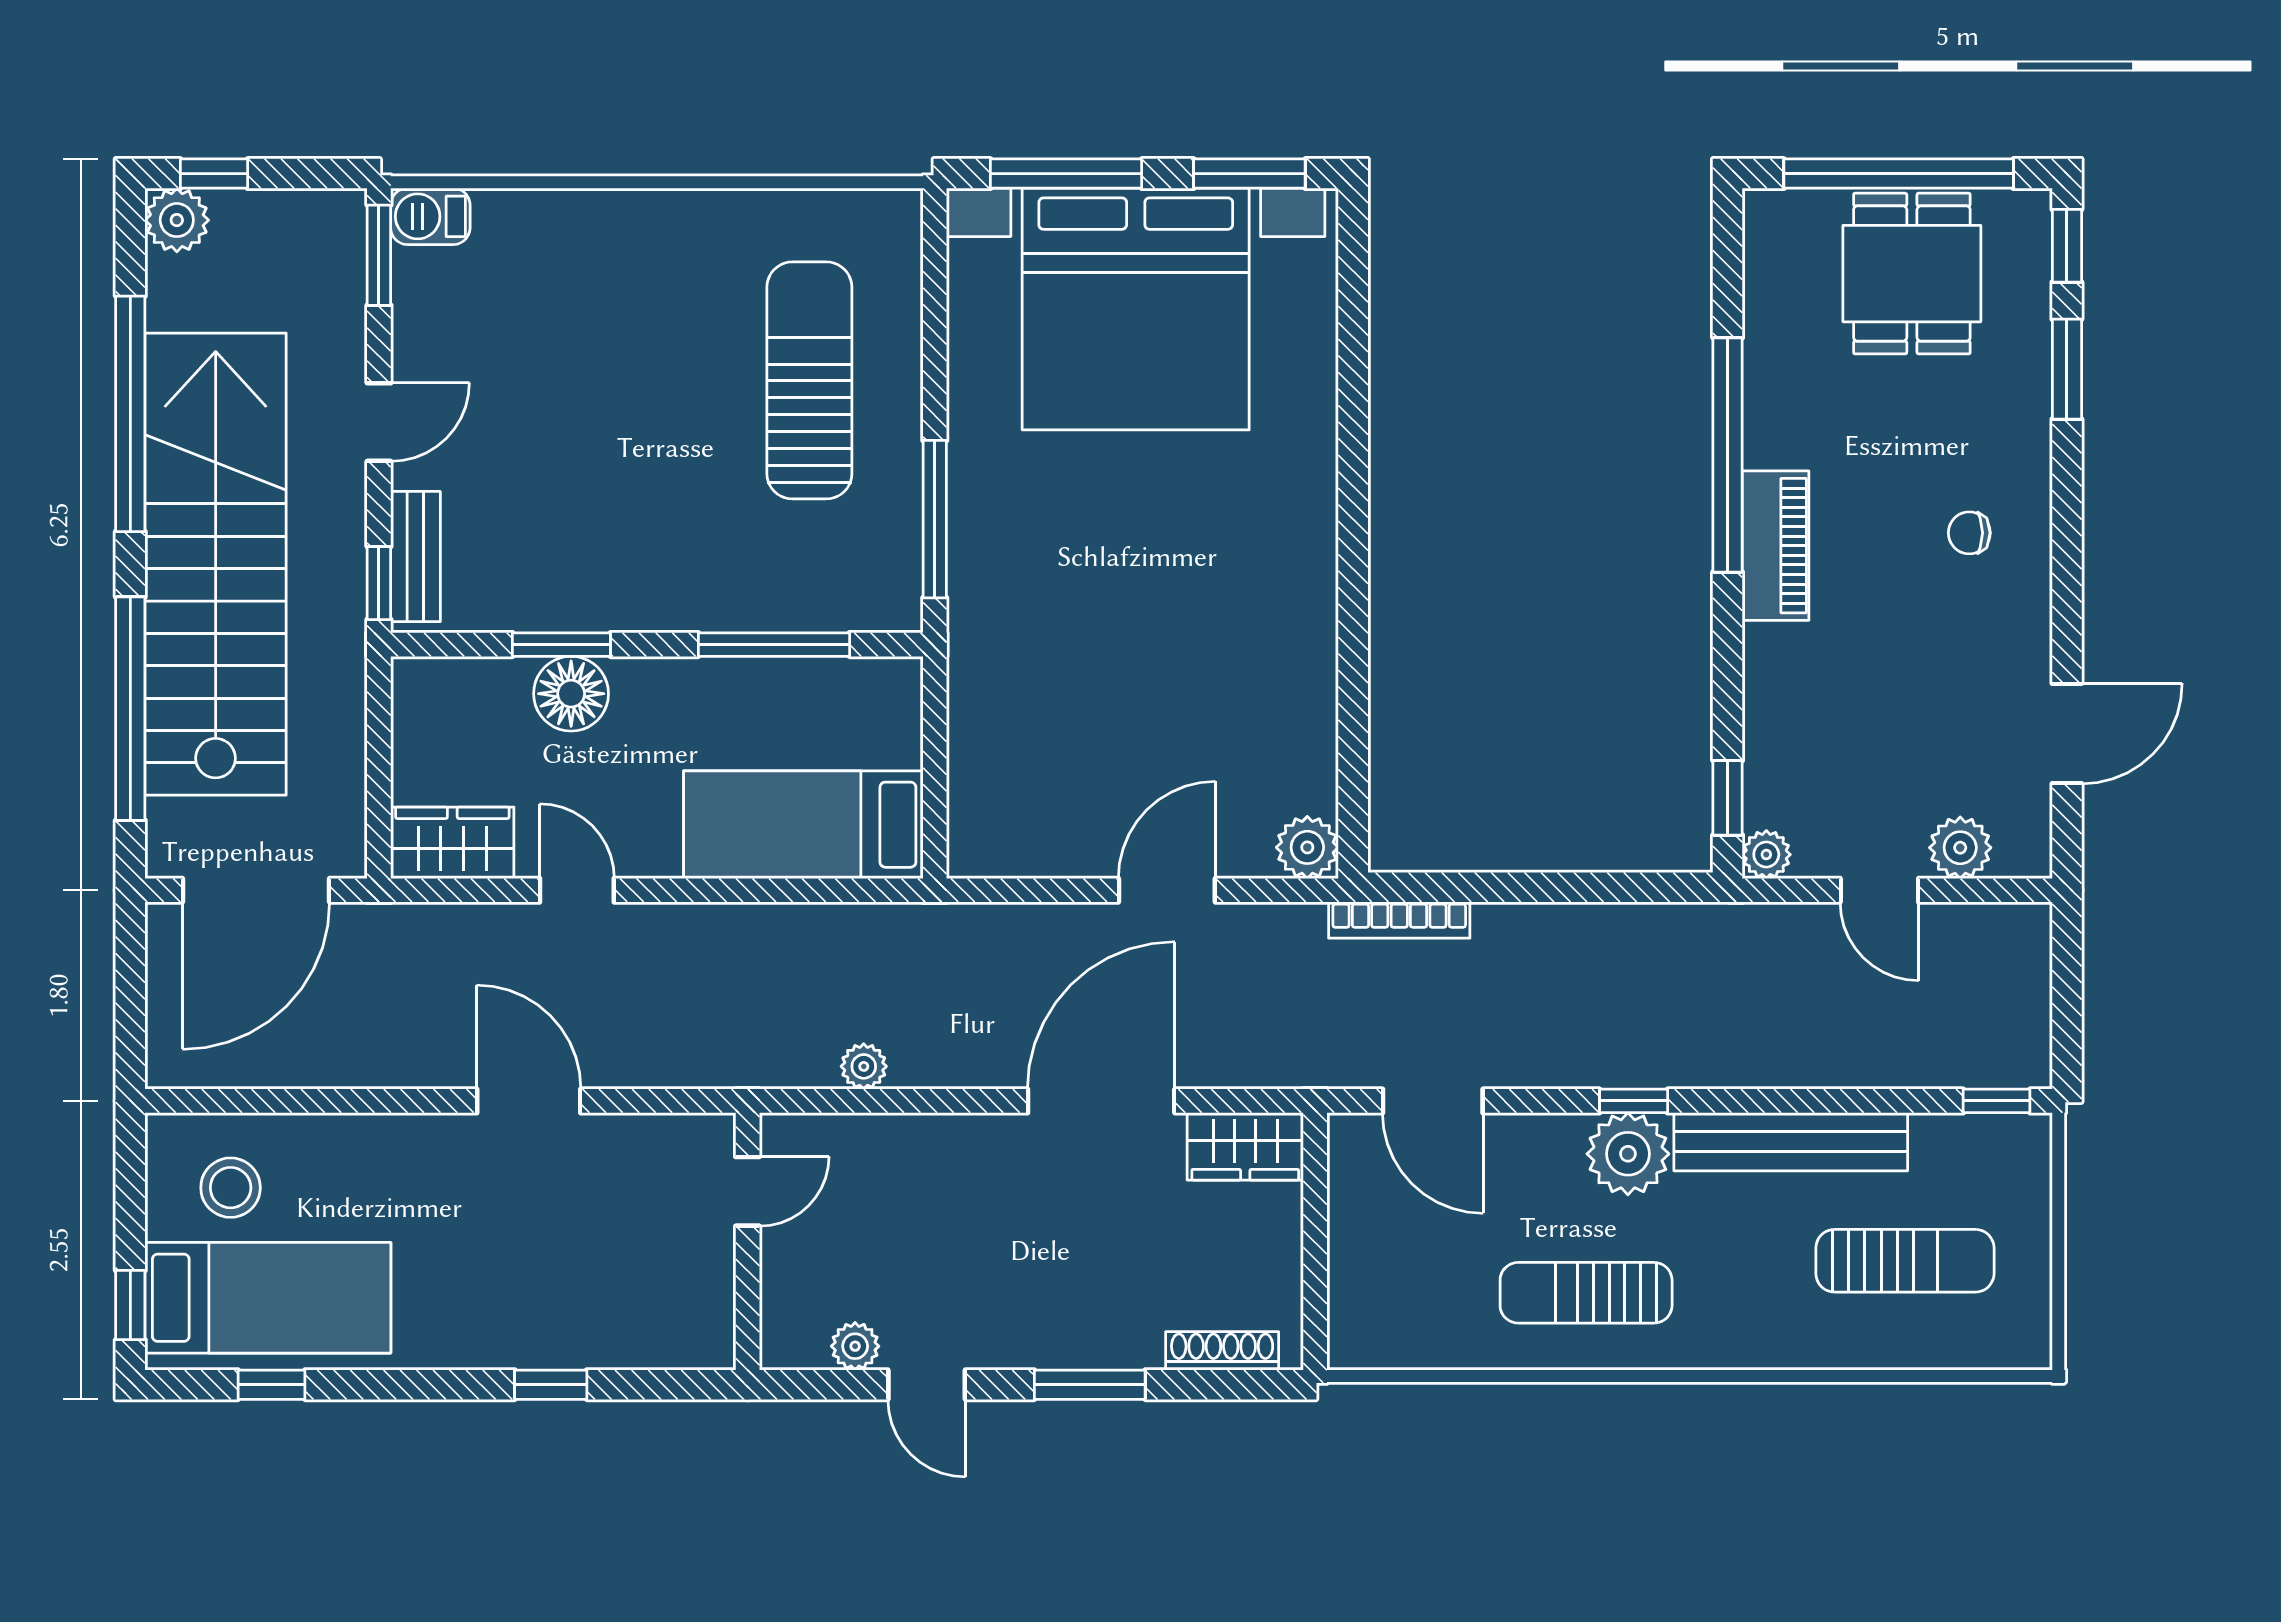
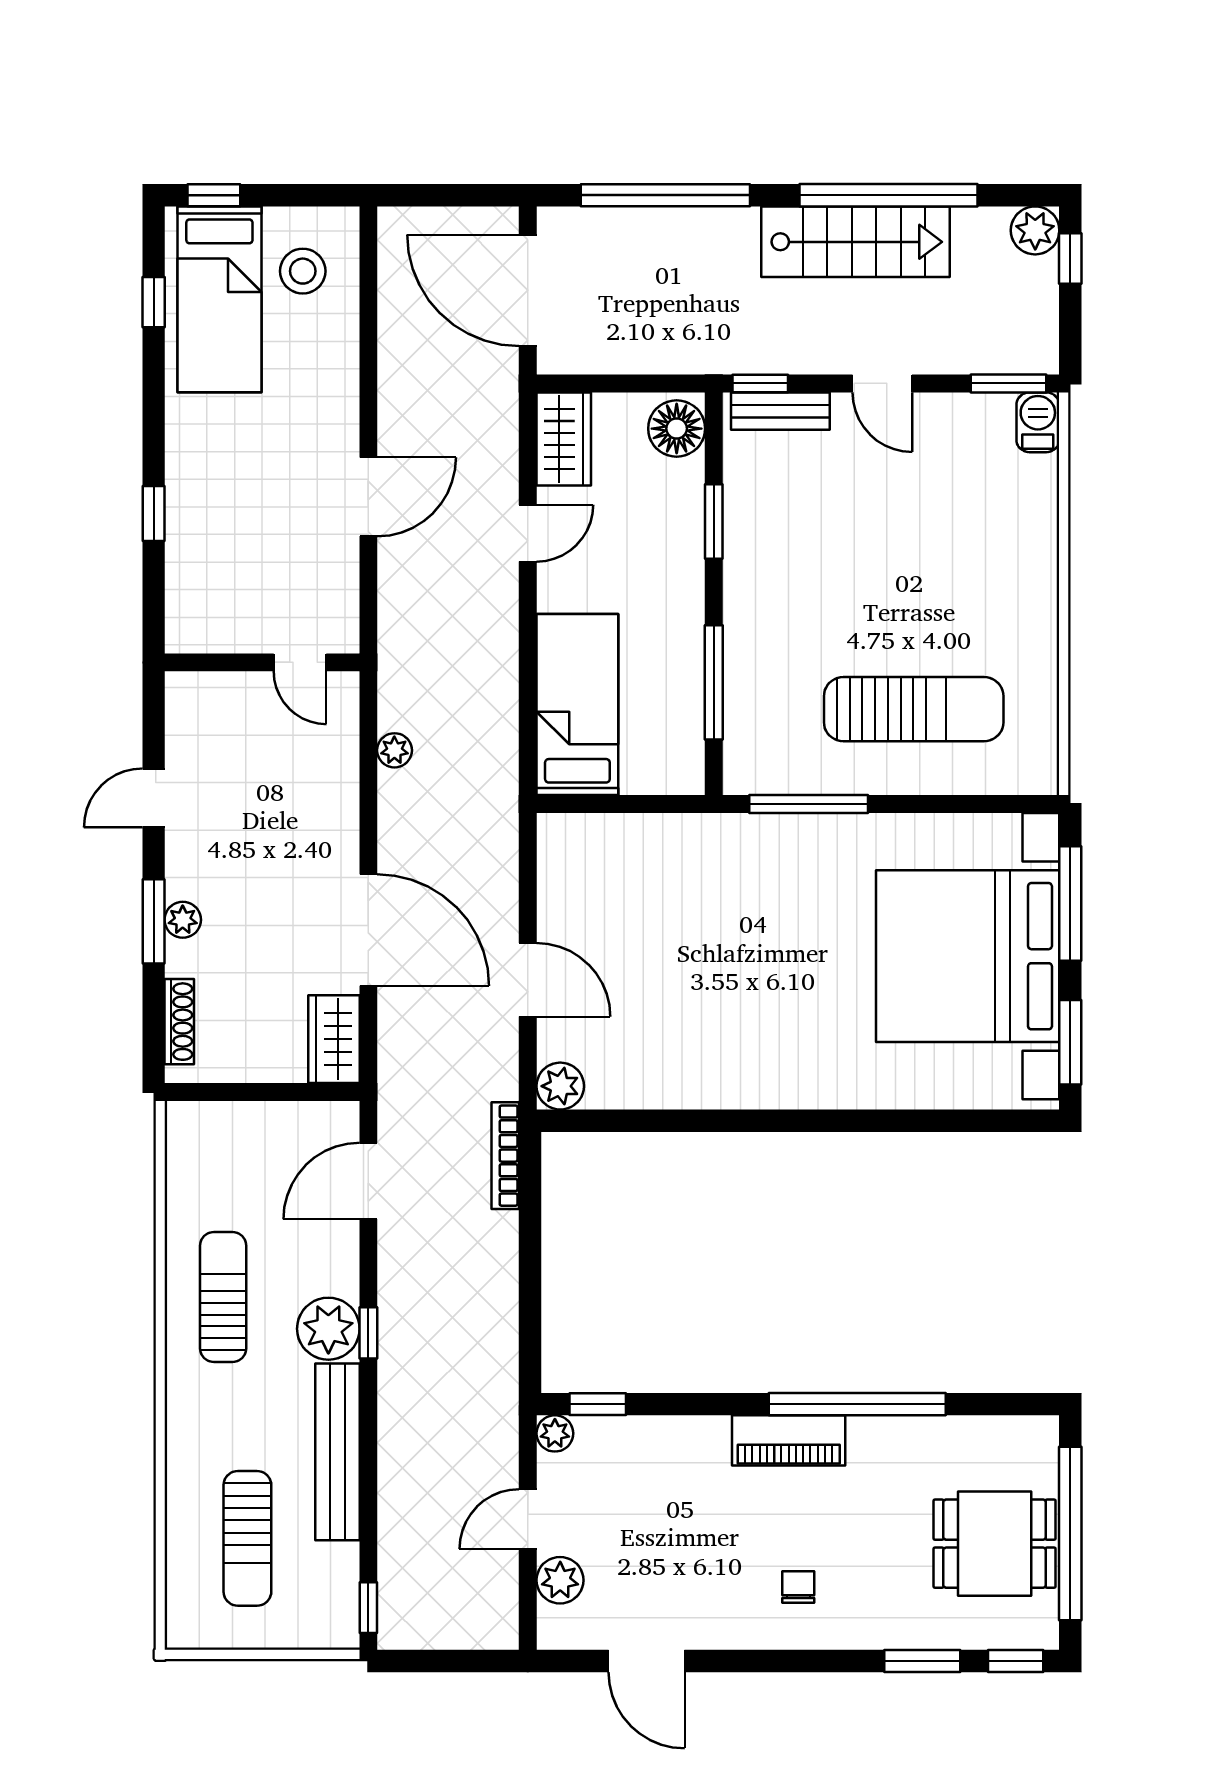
stairs: (216, 564) -> (856, 242), width x0.54, depth x0.66
floor lamp: (571, 694) -> (677, 429), moved
plant: (855, 1346) -> (183, 920), moved

